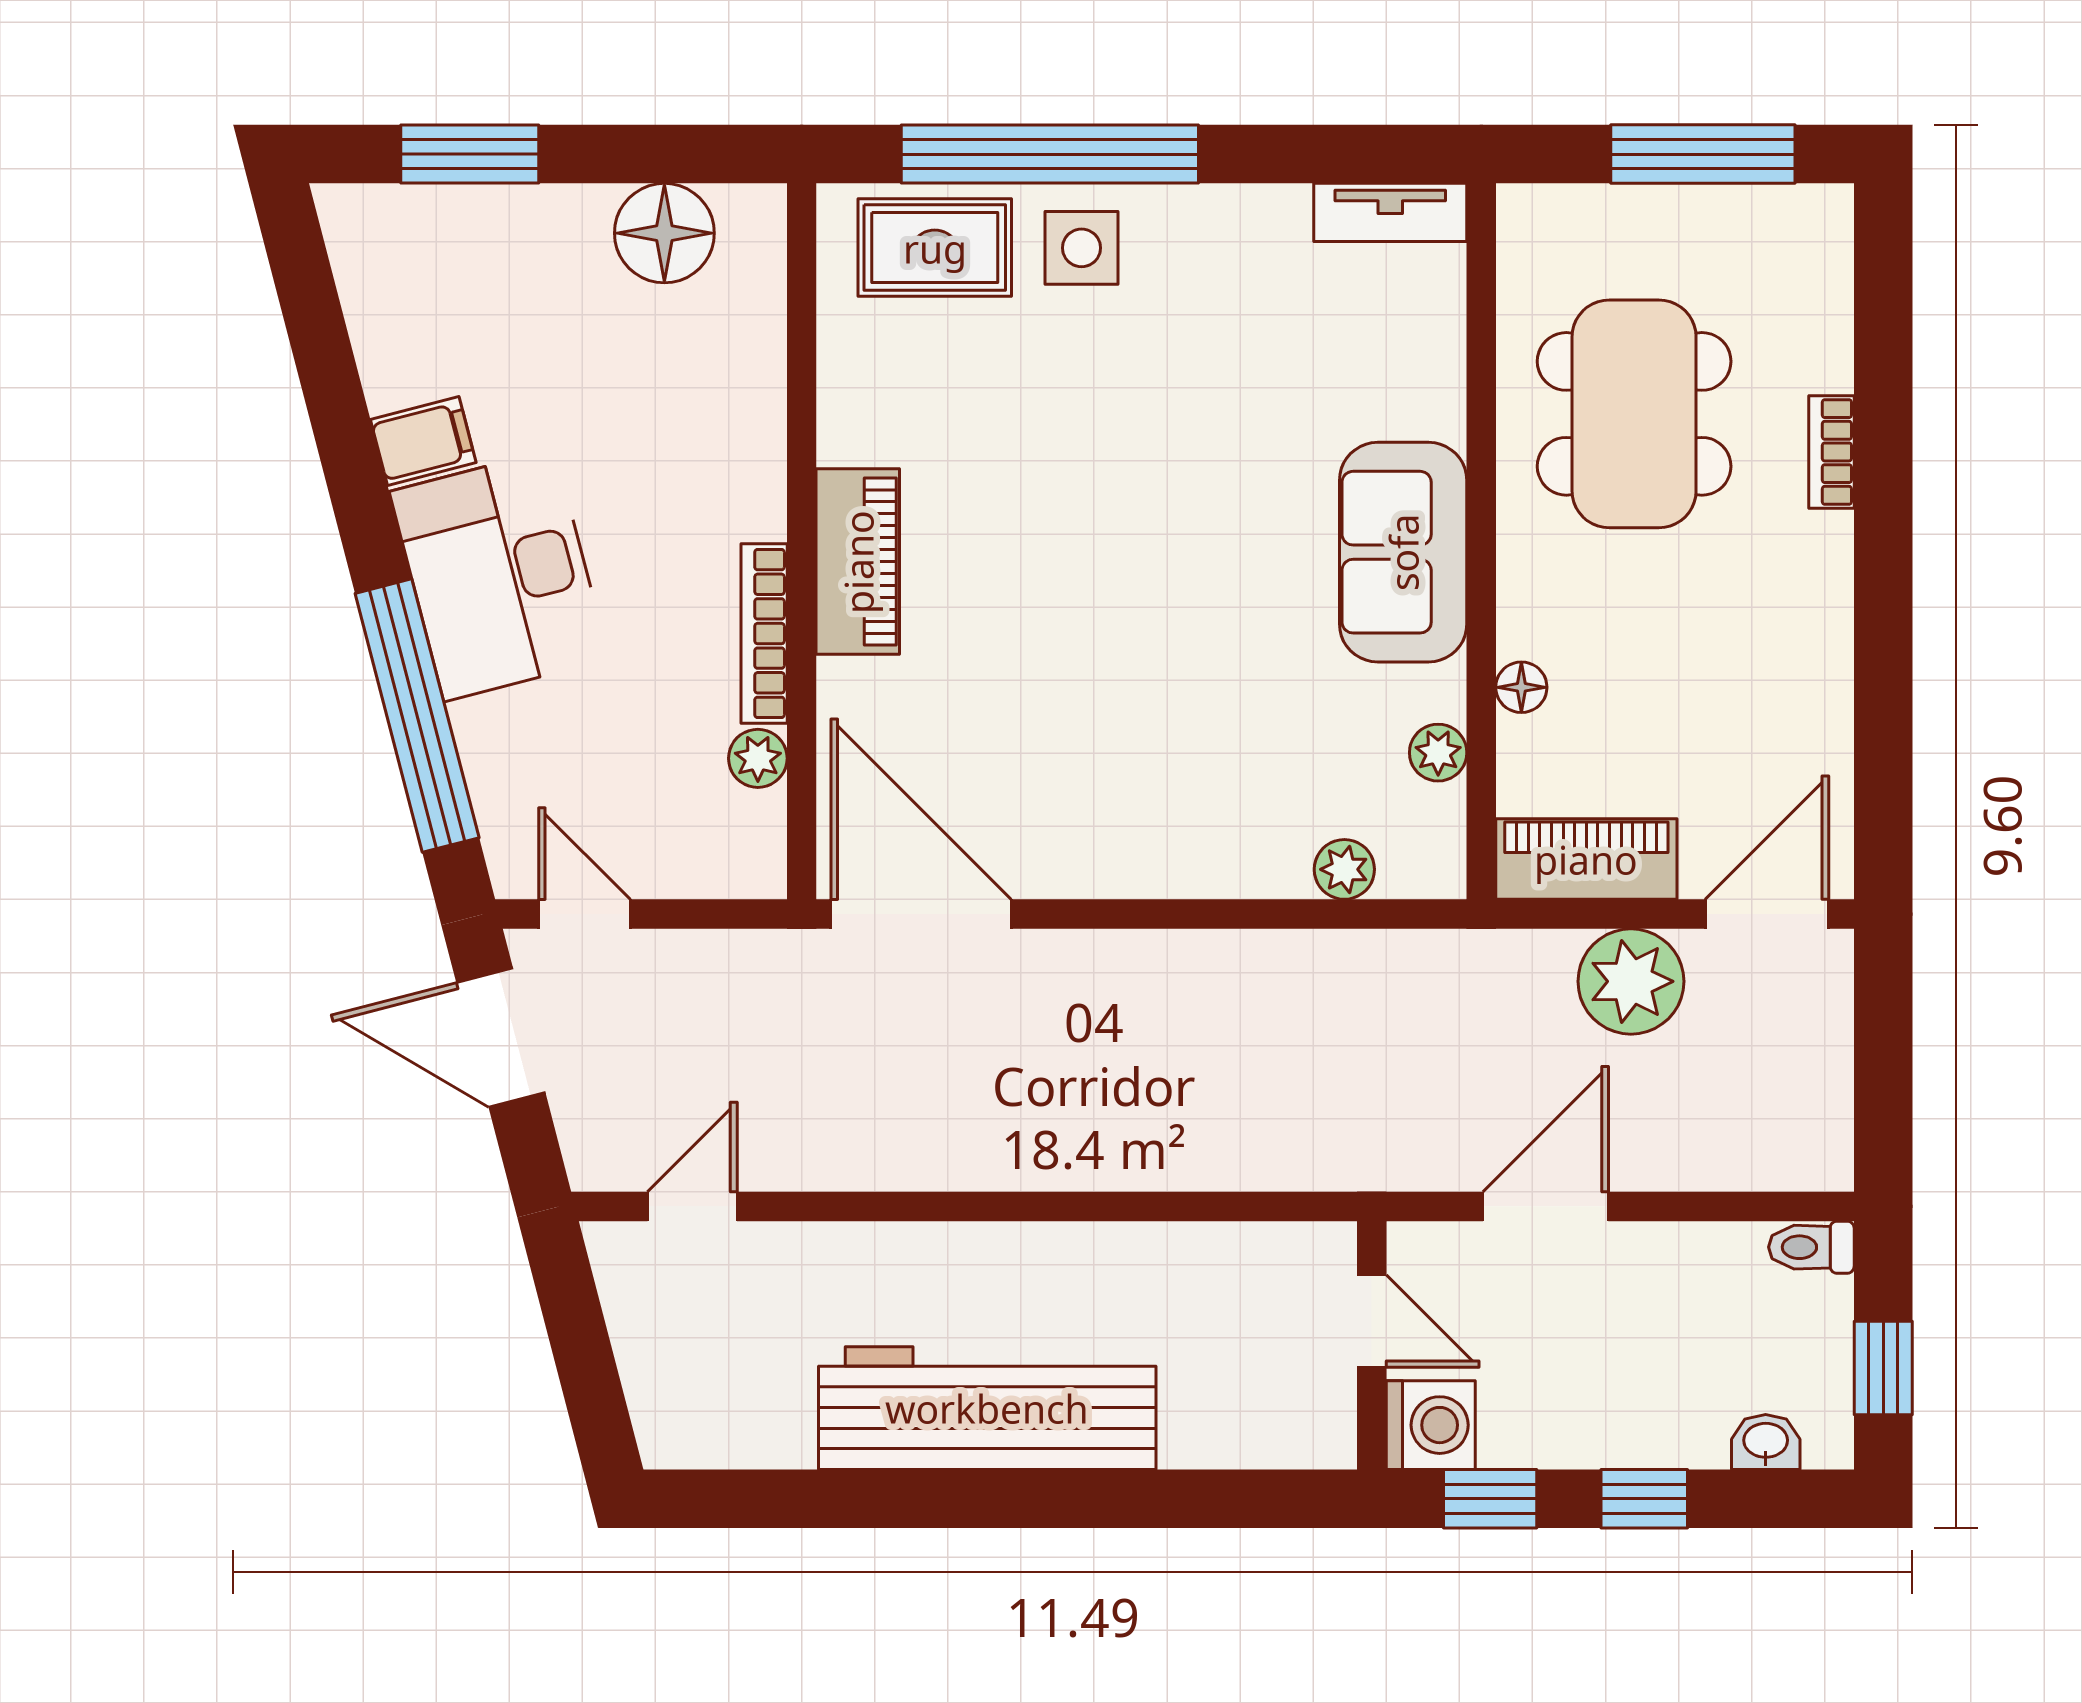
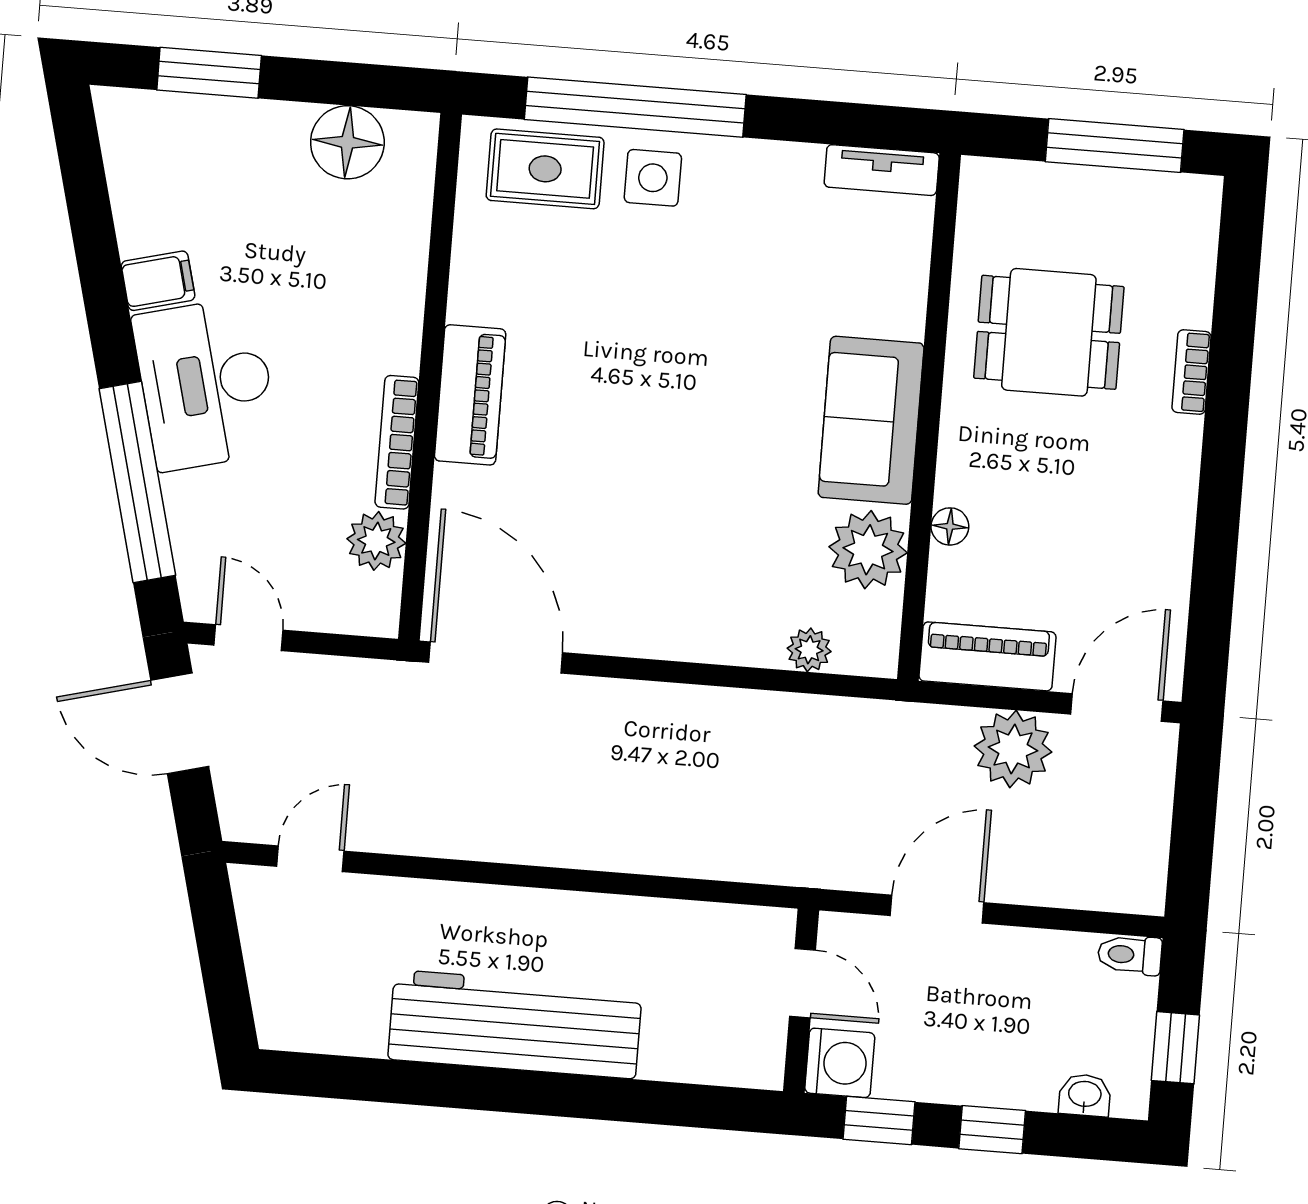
dining table: (1634, 414) -> (1049, 332), width x0.73
plant: (1438, 753) -> (868, 550), width x1.87, depth x1.87
plant: (758, 758) -> (376, 541), width x1.38, depth x1.38

